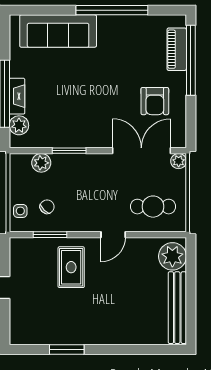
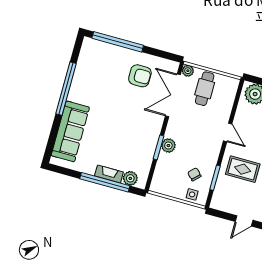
piano: (177, 49) -> (107, 50), removed
plant: (41, 163) -> (168, 146), moved
cafe table: (153, 207) -> (205, 89), moved

